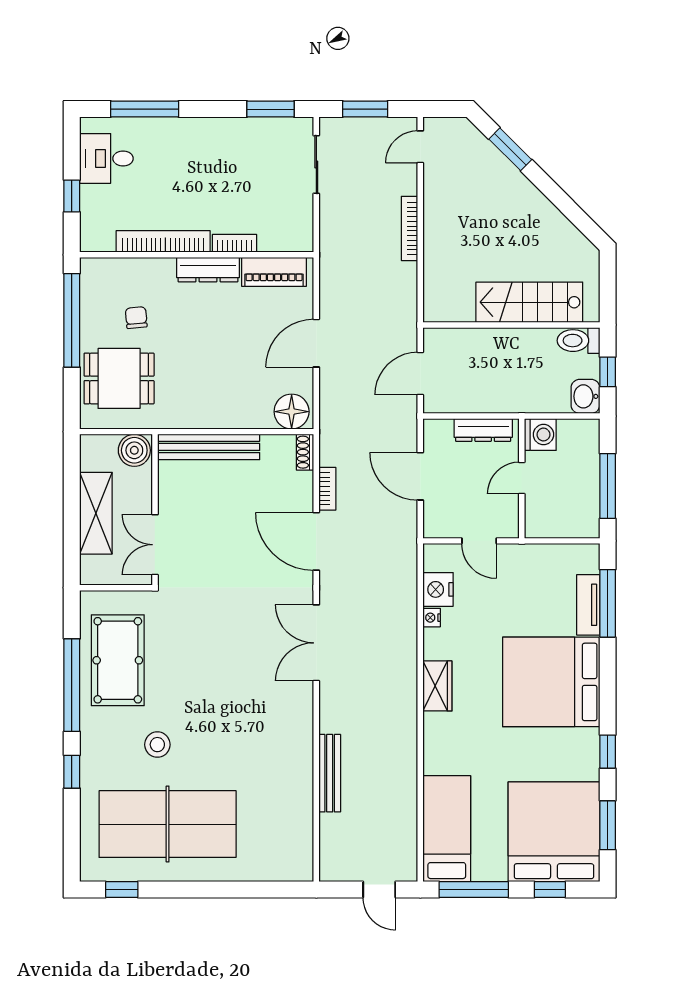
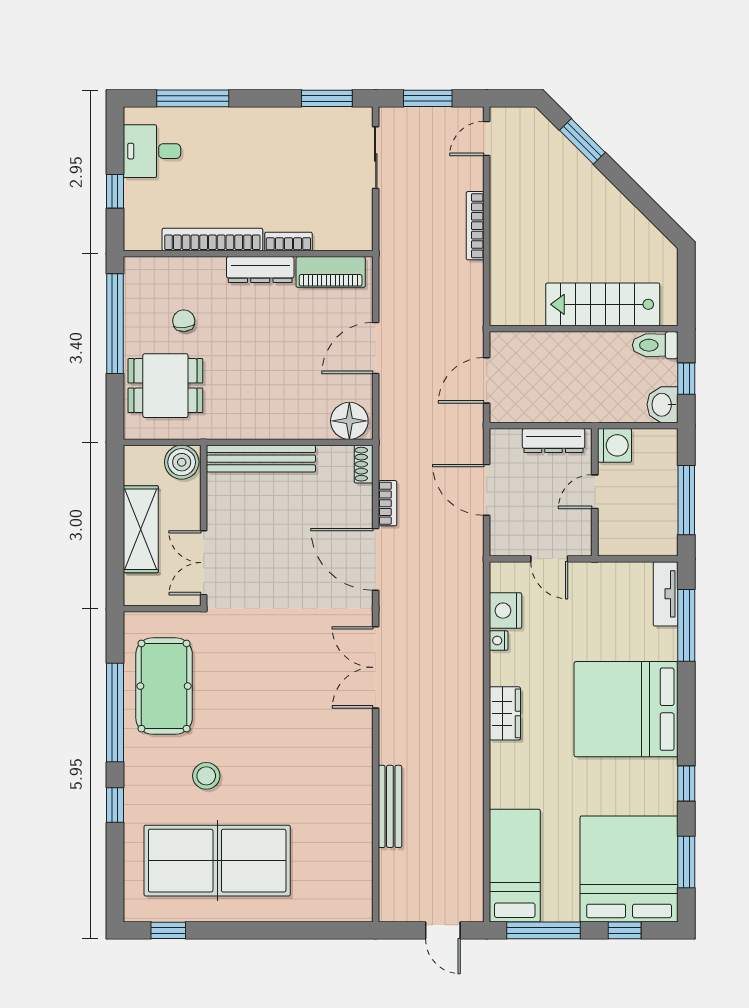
tv unit: (588, 605) -> (666, 594), moved

